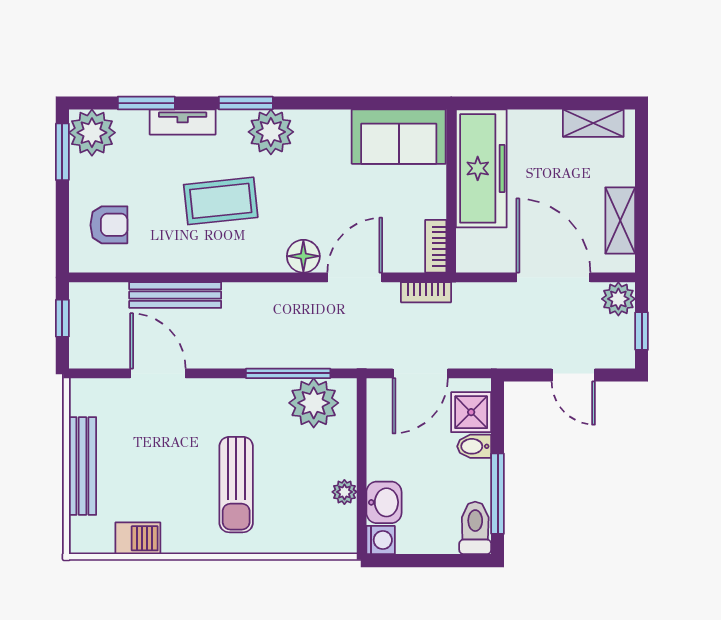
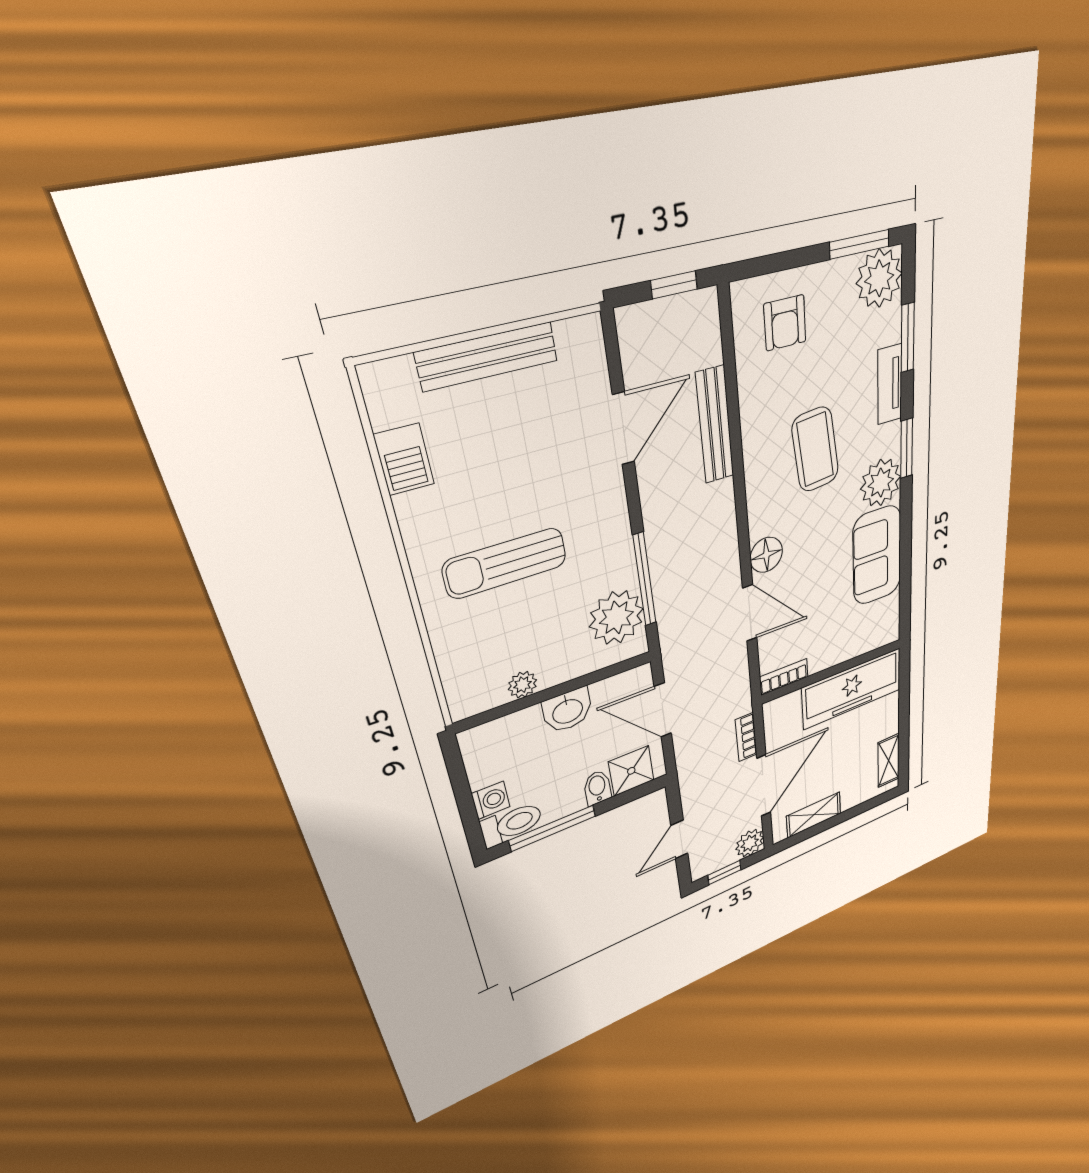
sofa: (399, 137) -> (877, 555), moved
bookcase: (426, 292) -> (746, 737), moved
washbasin: (384, 502) -> (567, 710), moved
washing machine: (381, 540) -> (491, 800), moved, turned -90

